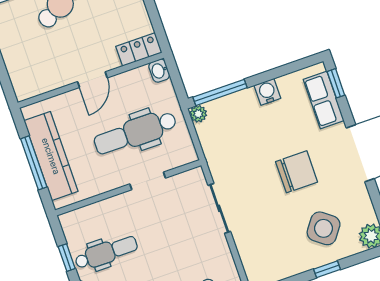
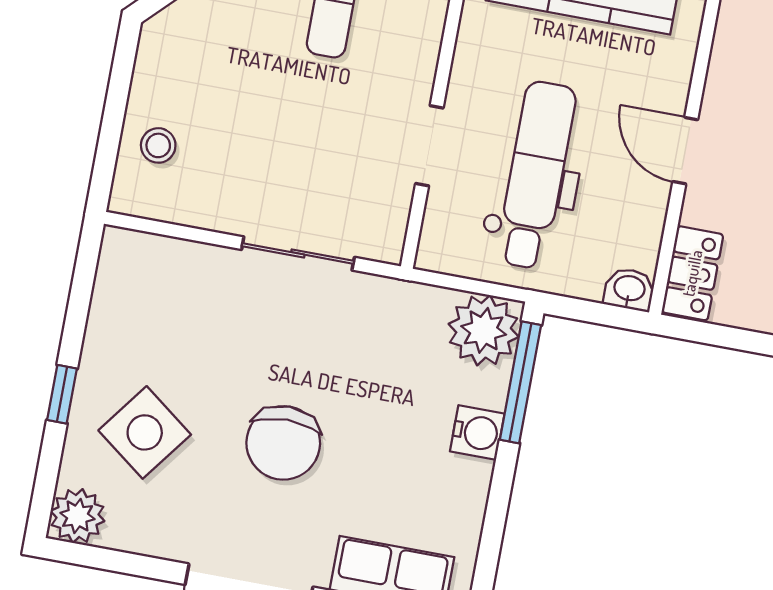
water cooler: (267, 92) -> (477, 432), moved
plant: (198, 114) -> (484, 330), width x1.87, depth x1.87

